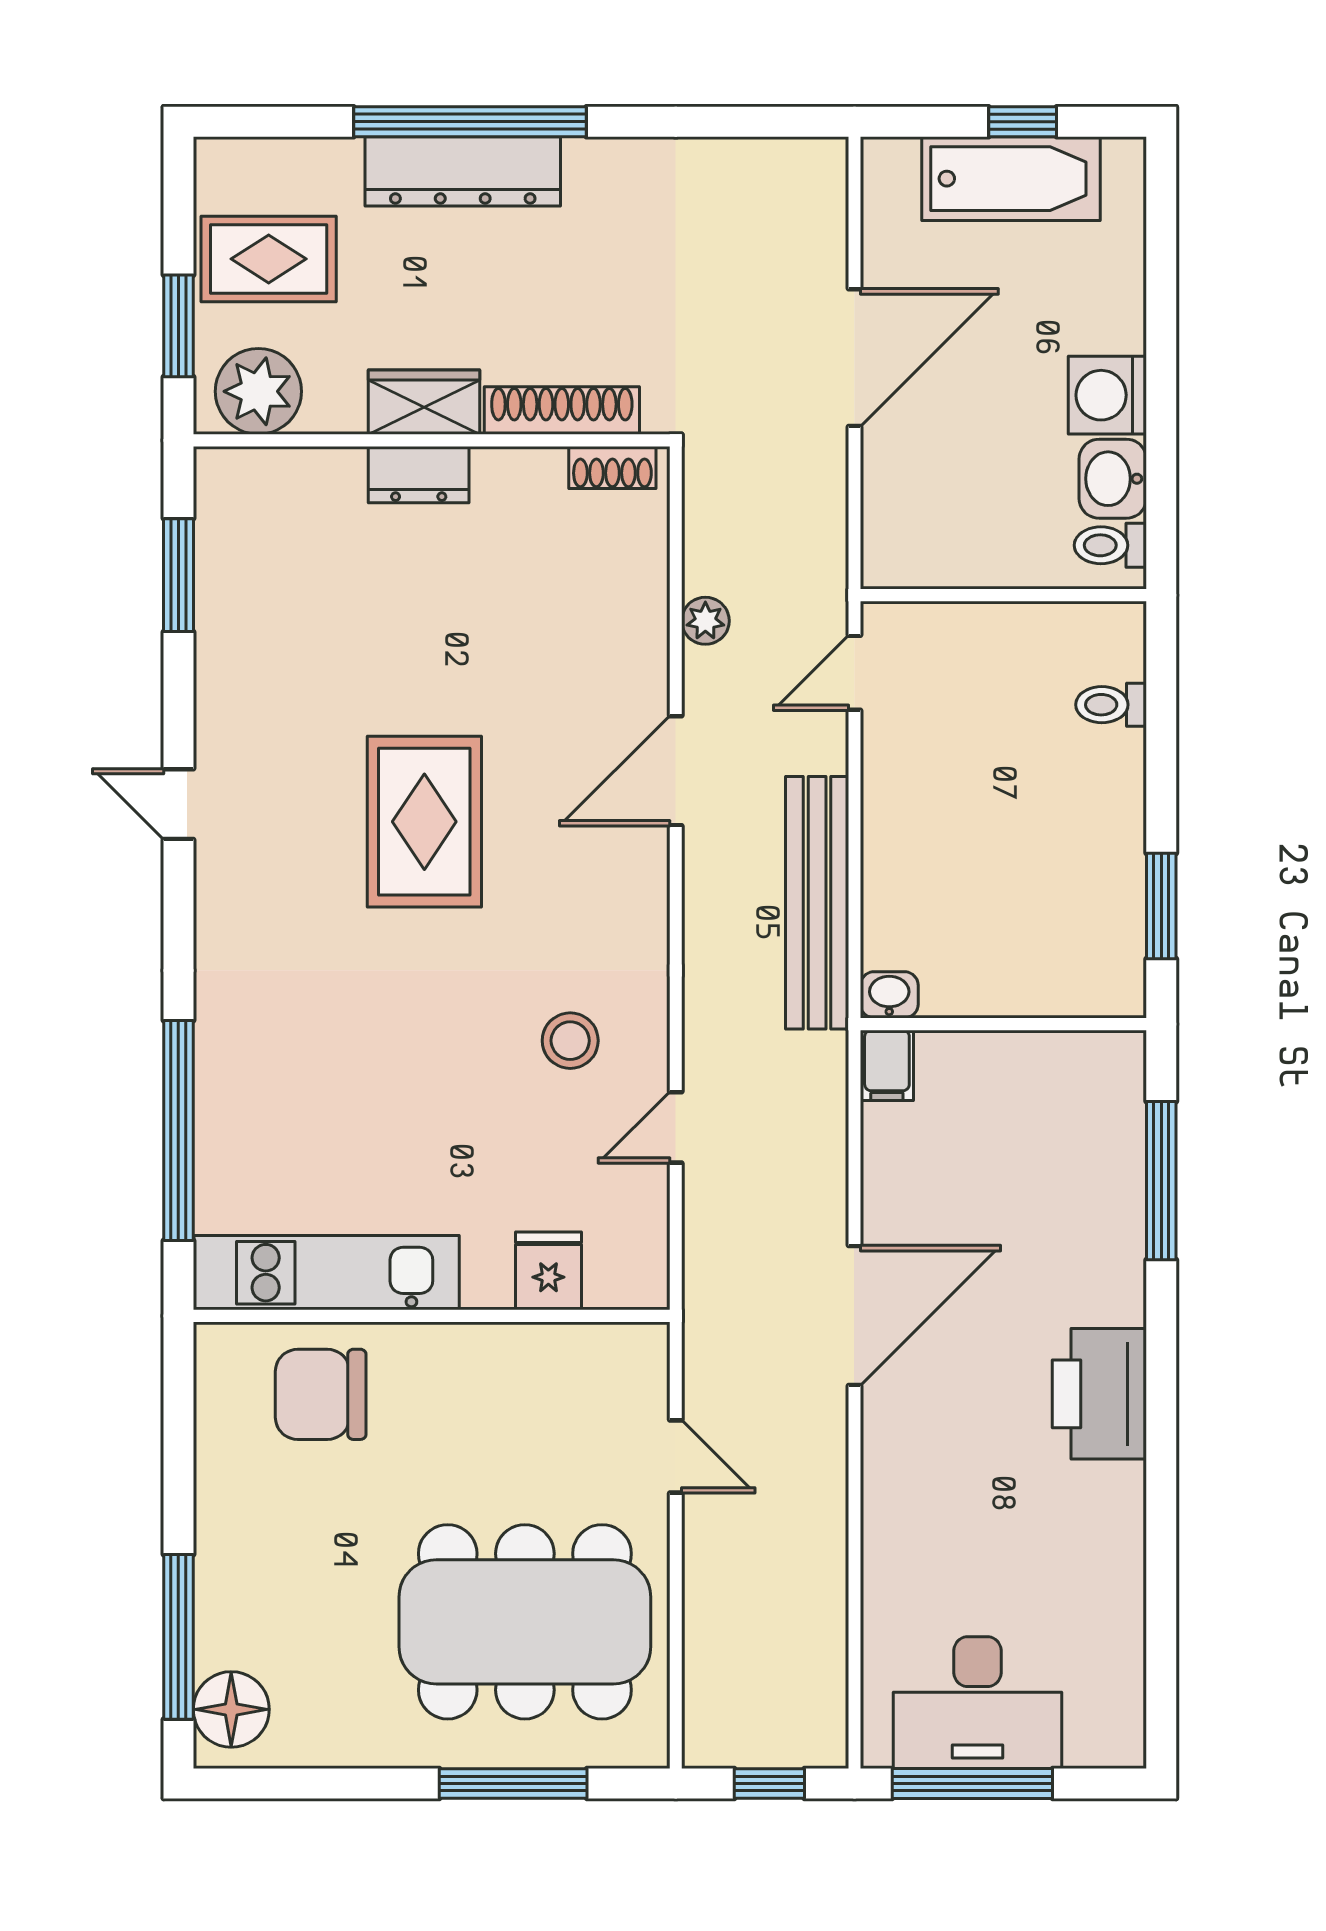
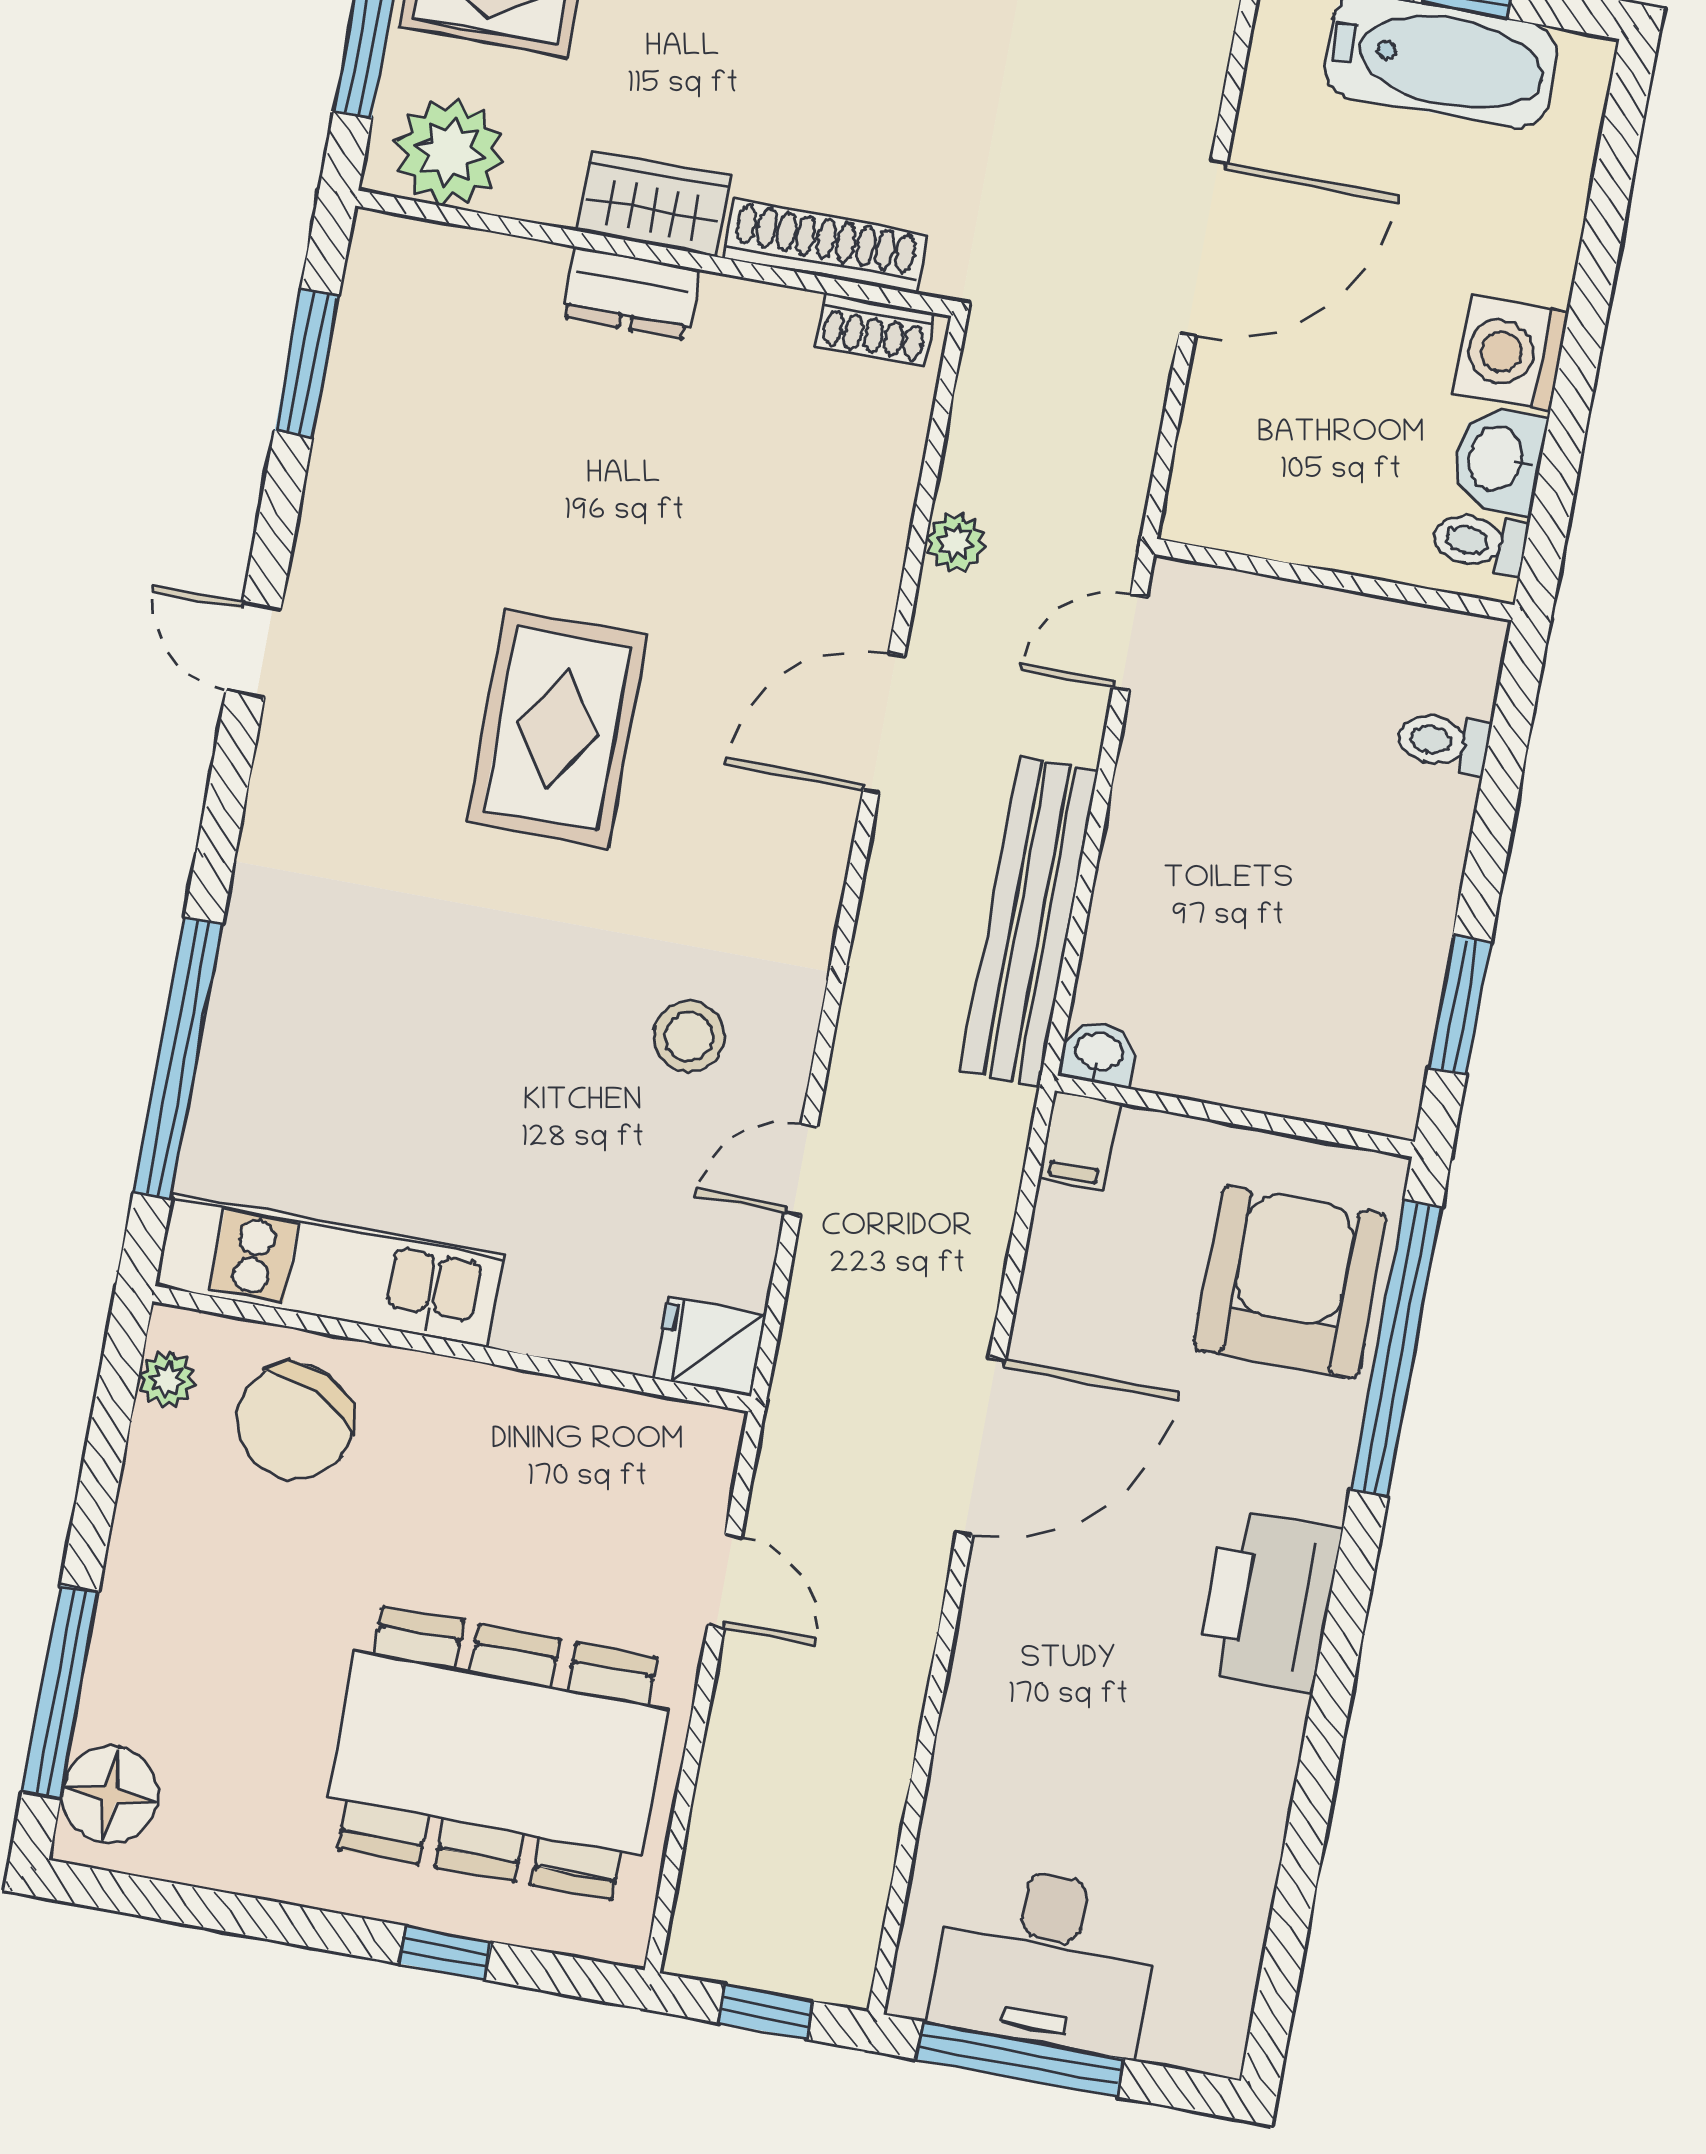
armchair: (1070, 1144) -> (1290, 1282), added
window: (1161, 1181) -> (1396, 1349), width x1.46
fridge: (548, 1271) -> (710, 1346), moved, turned -90
plant: (216, 1380) -> (167, 1379), added
chair: (321, 1394) -> (295, 1421), turned -66
window: (513, 1784) -> (445, 1953), width x0.46

